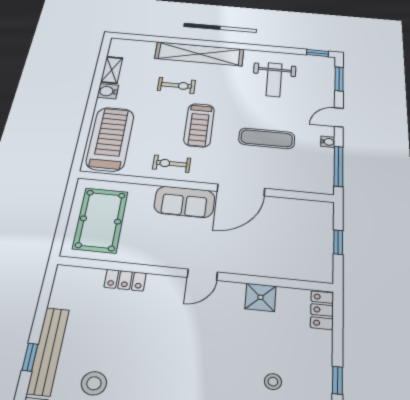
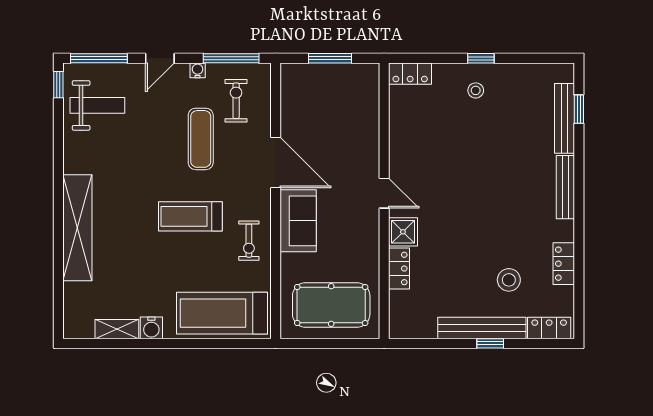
window: (339, 79) -> (99, 58), width x1.44
weight bench: (274, 80) -> (97, 105), moved
exercise bike: (176, 85) -> (236, 101), moved
door: (339, 117) -> (160, 58), hinge flipped
treadmill: (199, 125) -> (190, 216), turned 180
window: (338, 242) -> (330, 58), width x1.50
shower: (260, 297) -> (403, 232), moved
stool: (273, 382) -> (476, 90), moved

